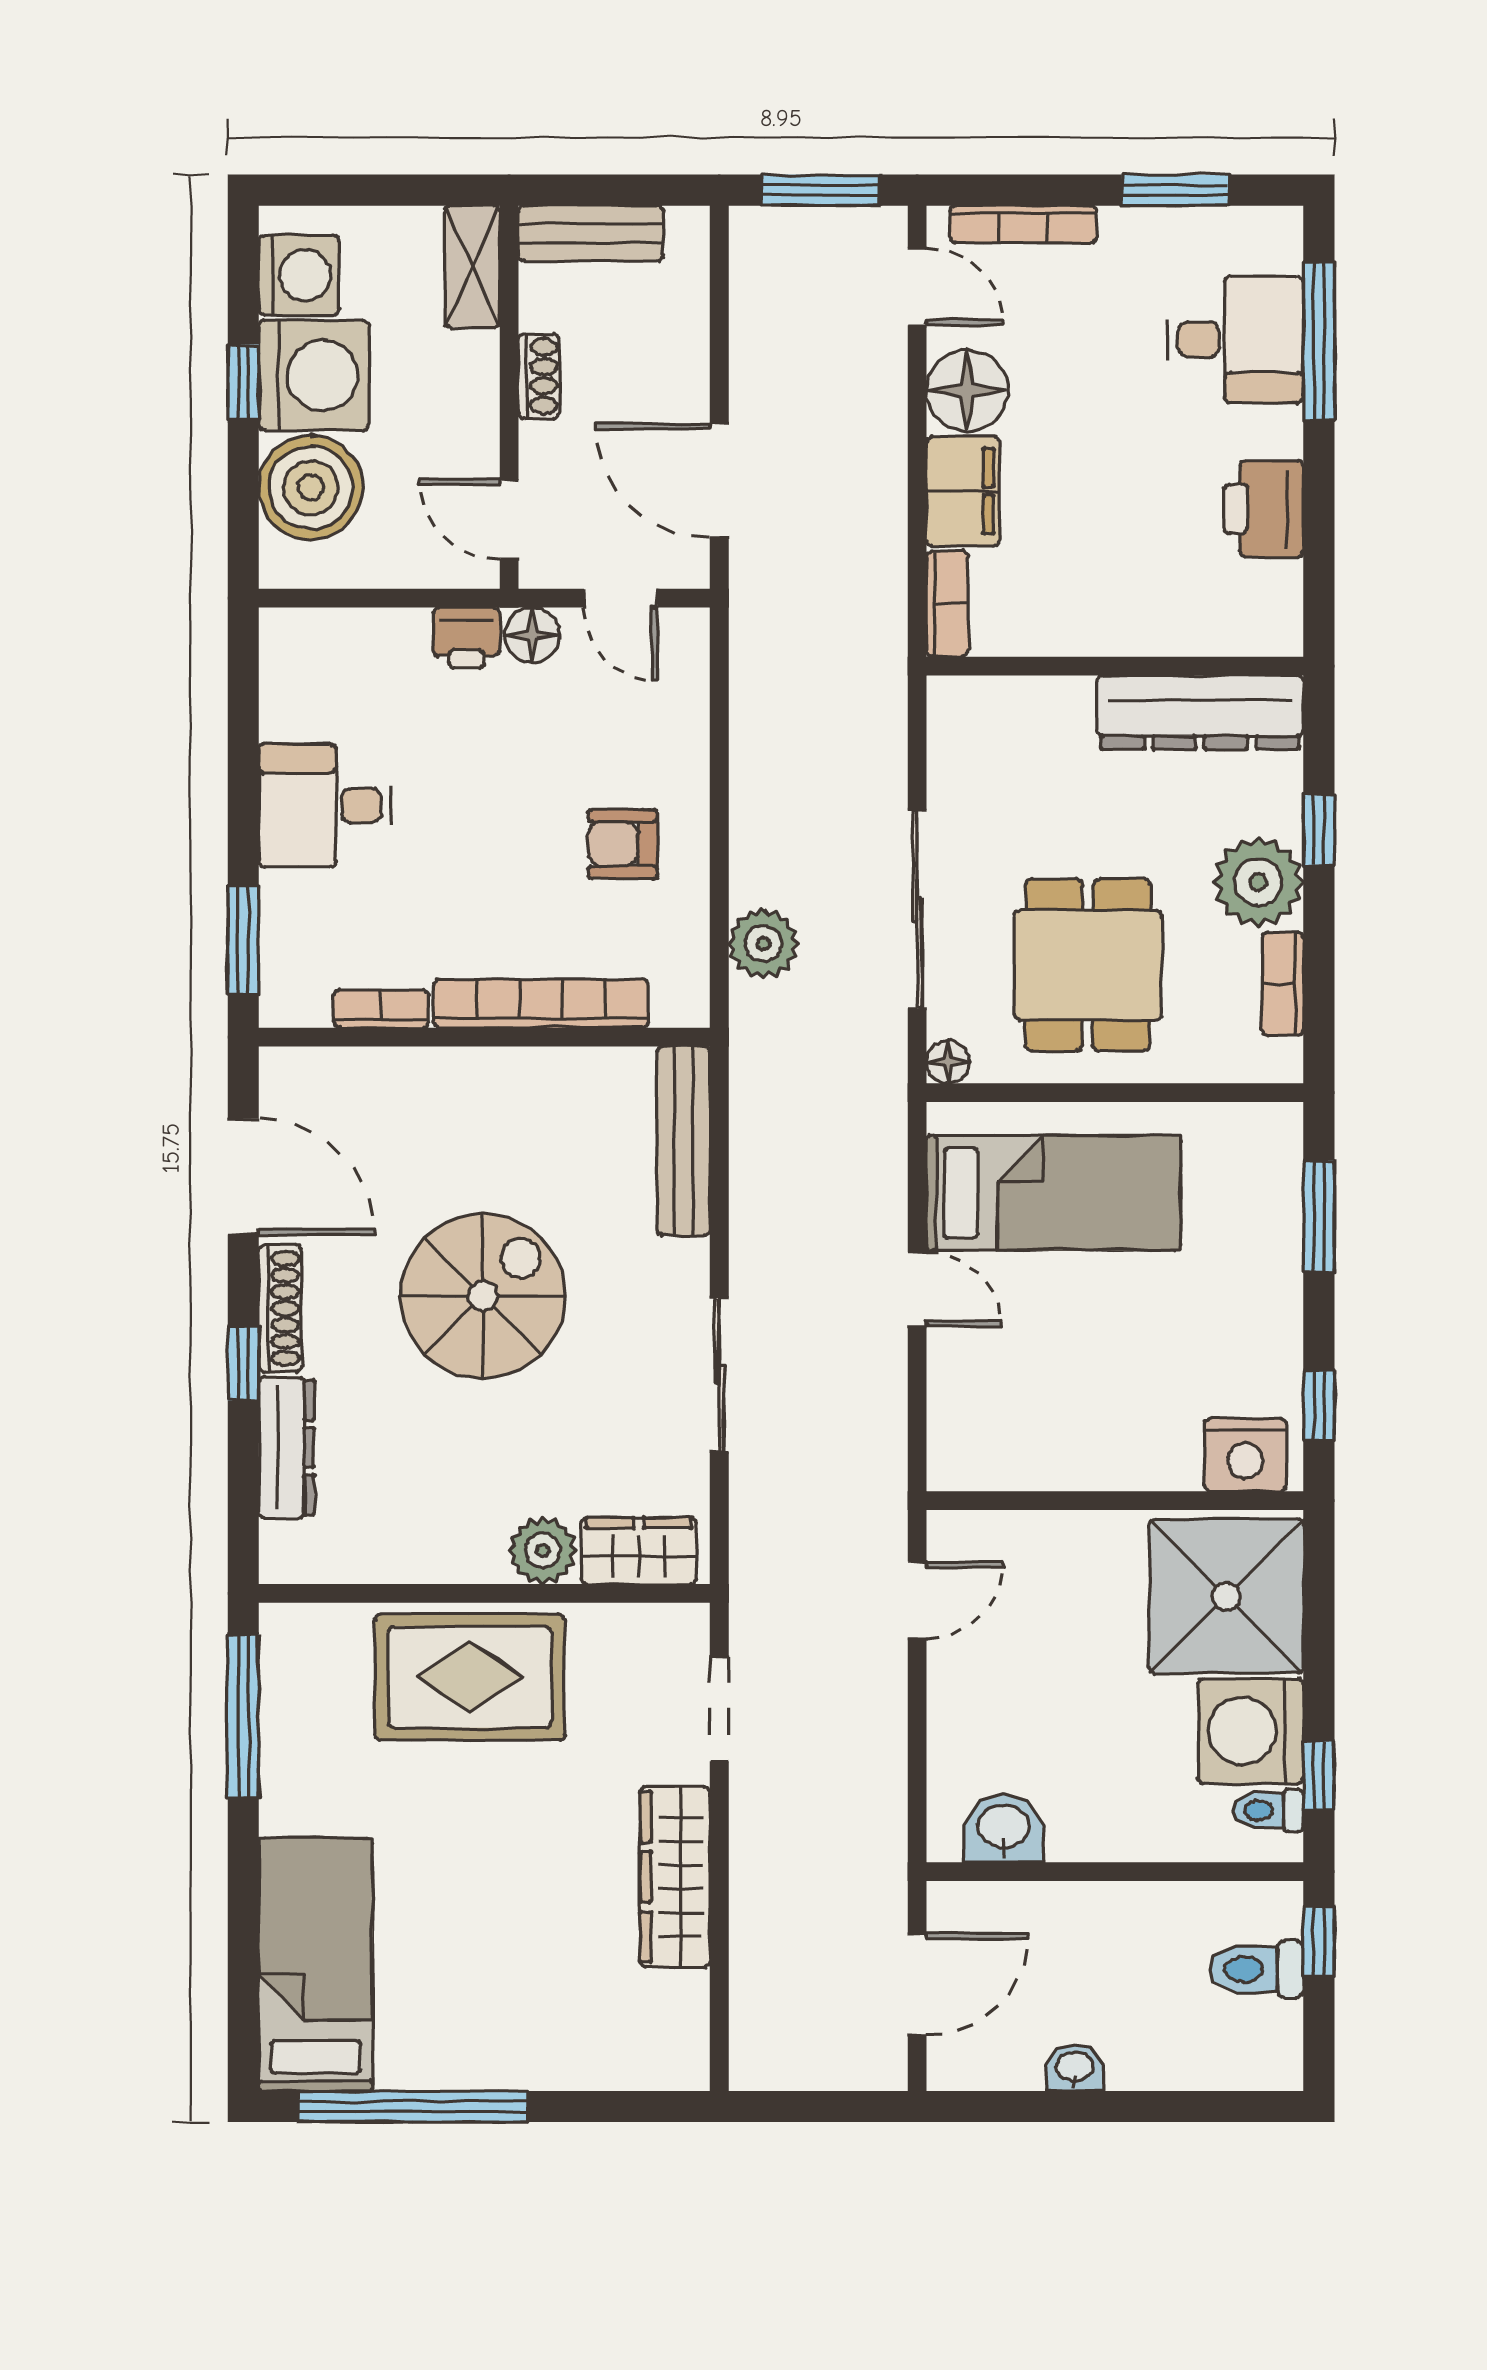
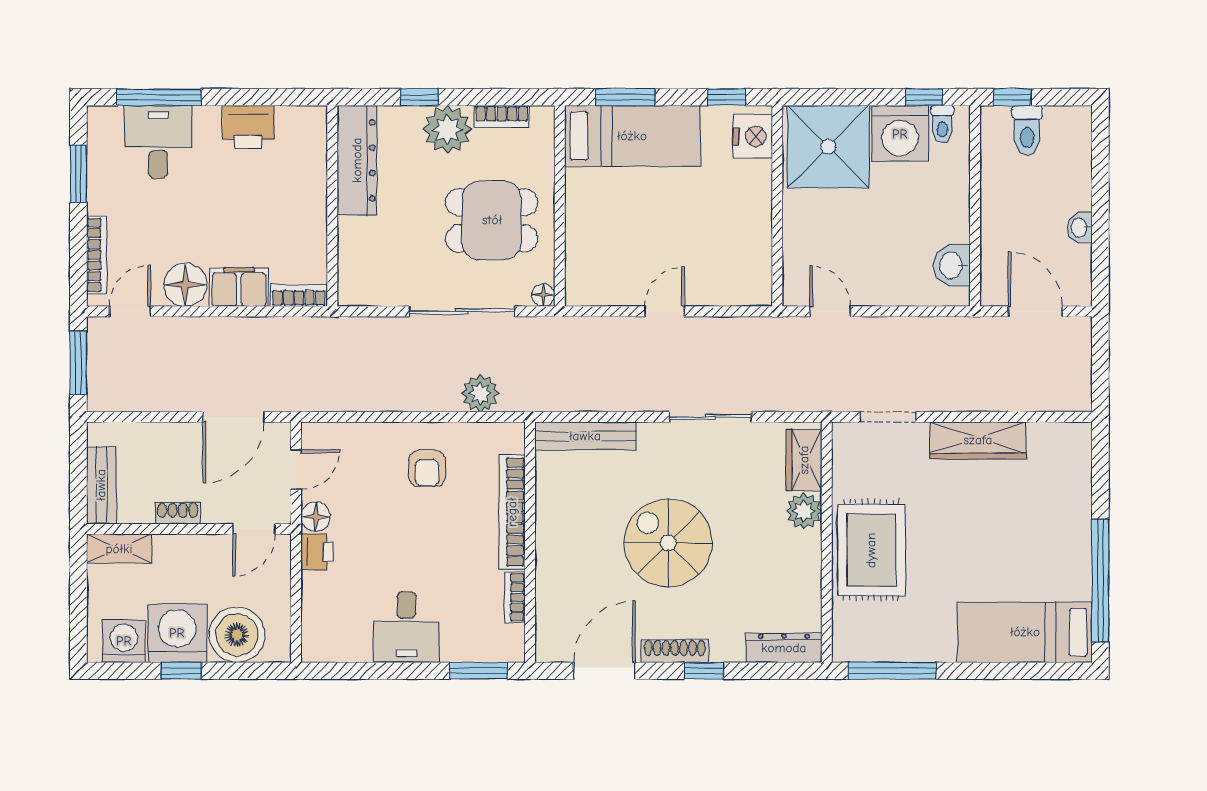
bed: (1053, 1193) -> (632, 136), moved, turned 90
dresser: (286, 1448) -> (784, 648), moved

